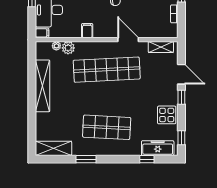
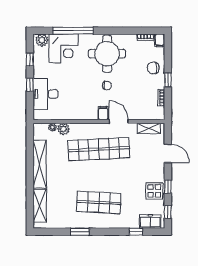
filing cabinet: (87, 31) -> (103, 113), moved
filing cabinet: (42, 33) -> (39, 115), removed
window: (181, 97) -> (168, 187), moved
shelving: (54, 148) -> (40, 206), moved, turned 90
freezer: (158, 148) -> (150, 222), width x0.71

